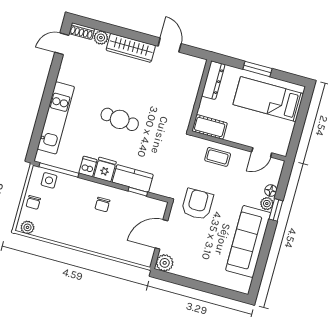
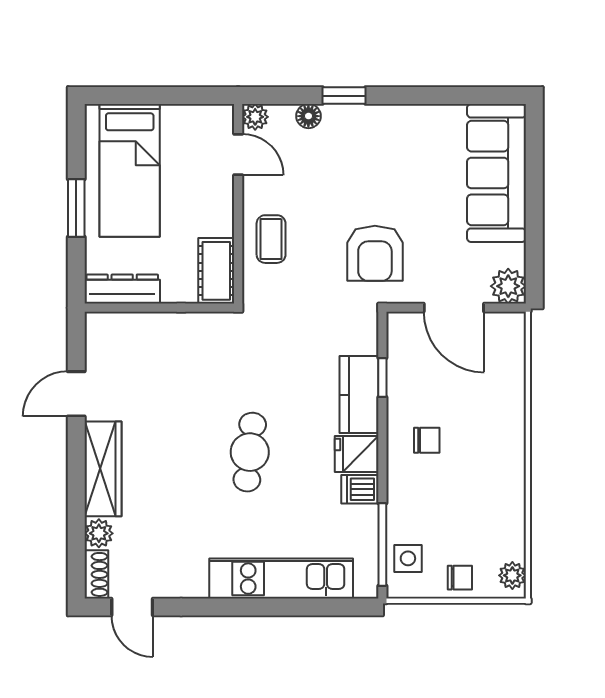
armchair: (197, 204) -> (375, 253), turned -90
plant: (267, 204) -> (255, 117), moved
sofa: (248, 241) -> (496, 173), moved, turned 90

